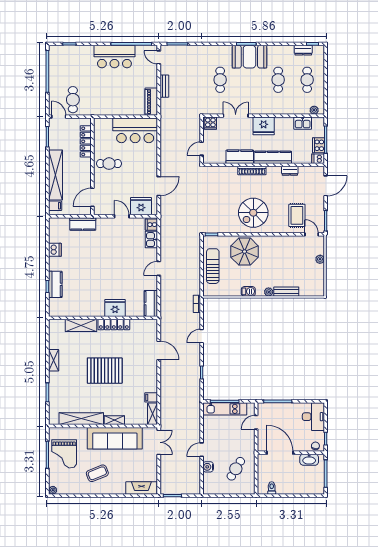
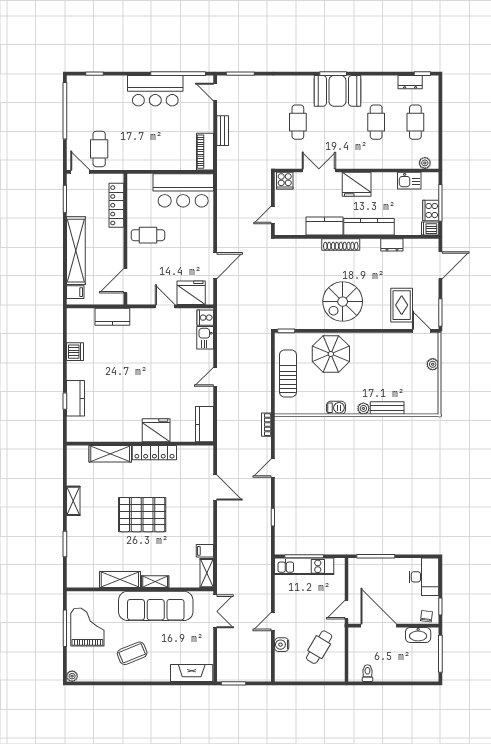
shelving: (81, 419) -> (120, 580), width x0.68
door: (256, 422) -> (347, 610), moved
grand piano: (64, 454) -> (87, 627), turned 180

